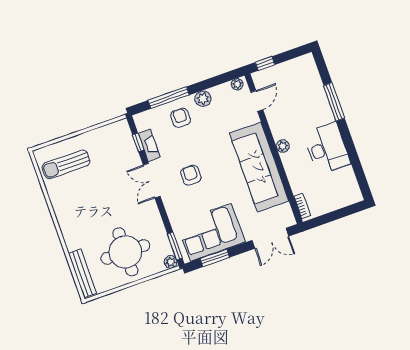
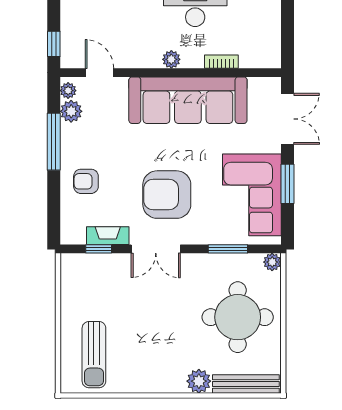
window: (169, 98) -> (54, 142), moved
plant: (203, 99) -> (71, 111), moved
armchair: (191, 175) -> (167, 195), width x1.88, depth x1.88
bookcase: (302, 206) -> (221, 62), moved
plant: (73, 241) -> (199, 381), added
window: (175, 246) -> (228, 249), moved
window: (215, 258) -> (287, 184), moved

